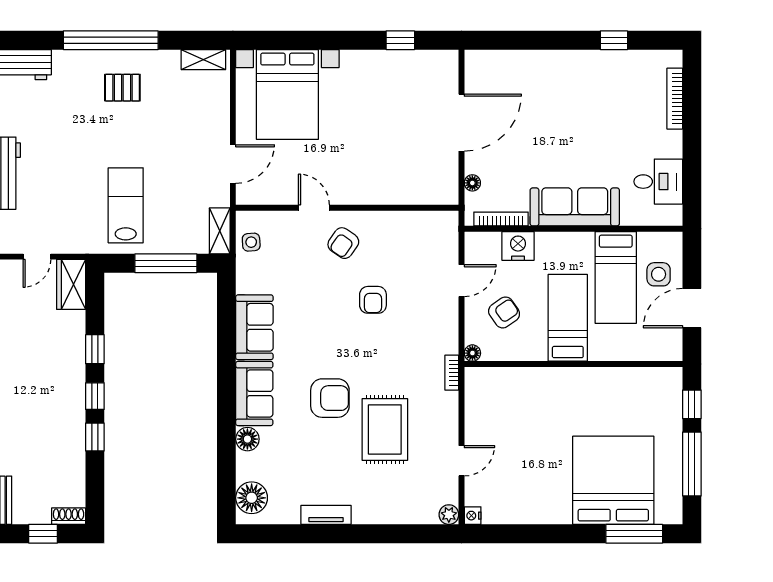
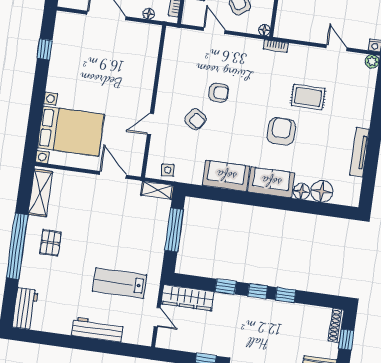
shelving: (203, 60) -> (40, 193), width x1.50, depth x1.33
lab bench: (126, 205) -> (120, 283), moved
armchair: (343, 243) -> (195, 119), moved
wardrobe: (71, 284) -> (188, 298), width x1.50
rug: (385, 429) -> (308, 97), width x0.73, depth x0.70
floor lamp: (252, 498) -> (322, 191), moved
tv unit: (326, 515) -> (360, 152), width x1.41
shoe rack: (69, 516) -> (336, 325), width x1.43

